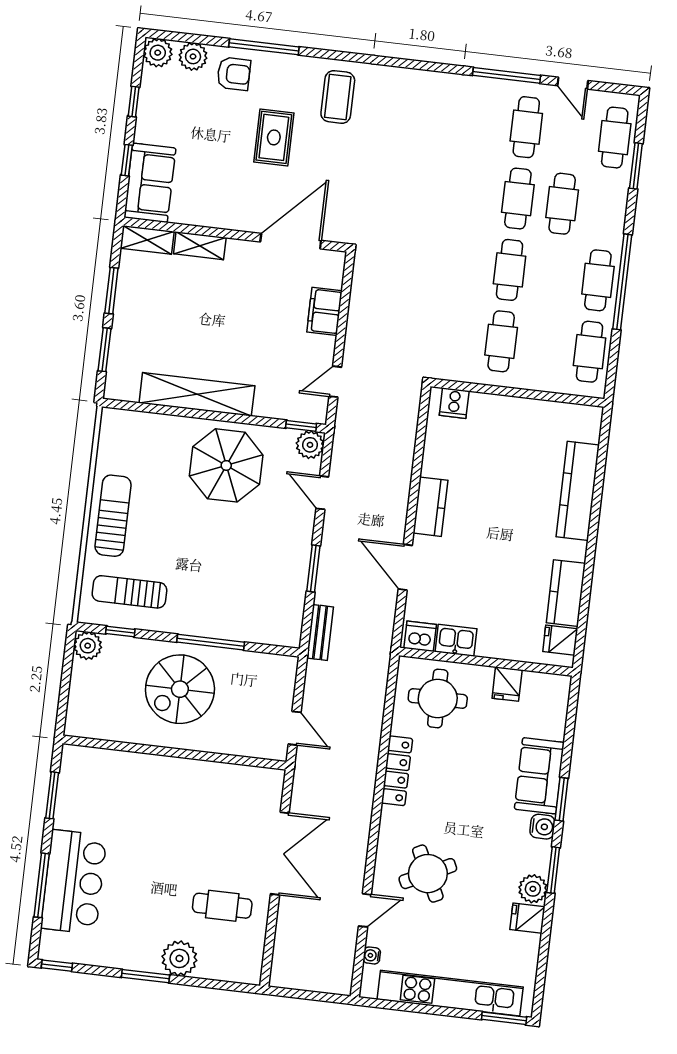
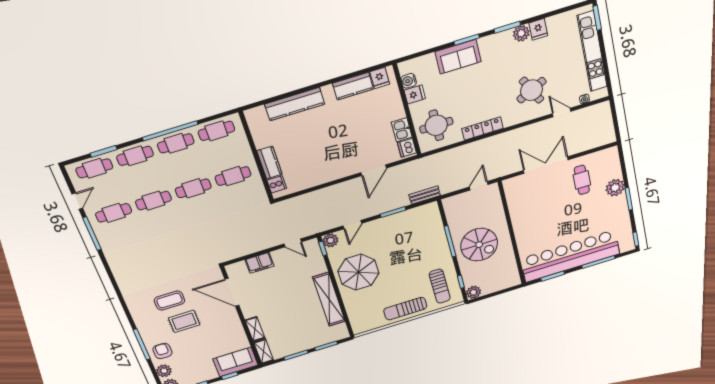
coffee table: (338, 97) -> (169, 301), moved
cafe table: (562, 204) -> (135, 156), moved
kitchen counter: (430, 507) -> (269, 163), moved, turned 90
water cooler: (542, 827) -> (409, 81), moved, turned -90
bar counter: (74, 882) -> (570, 256), width x1.86

